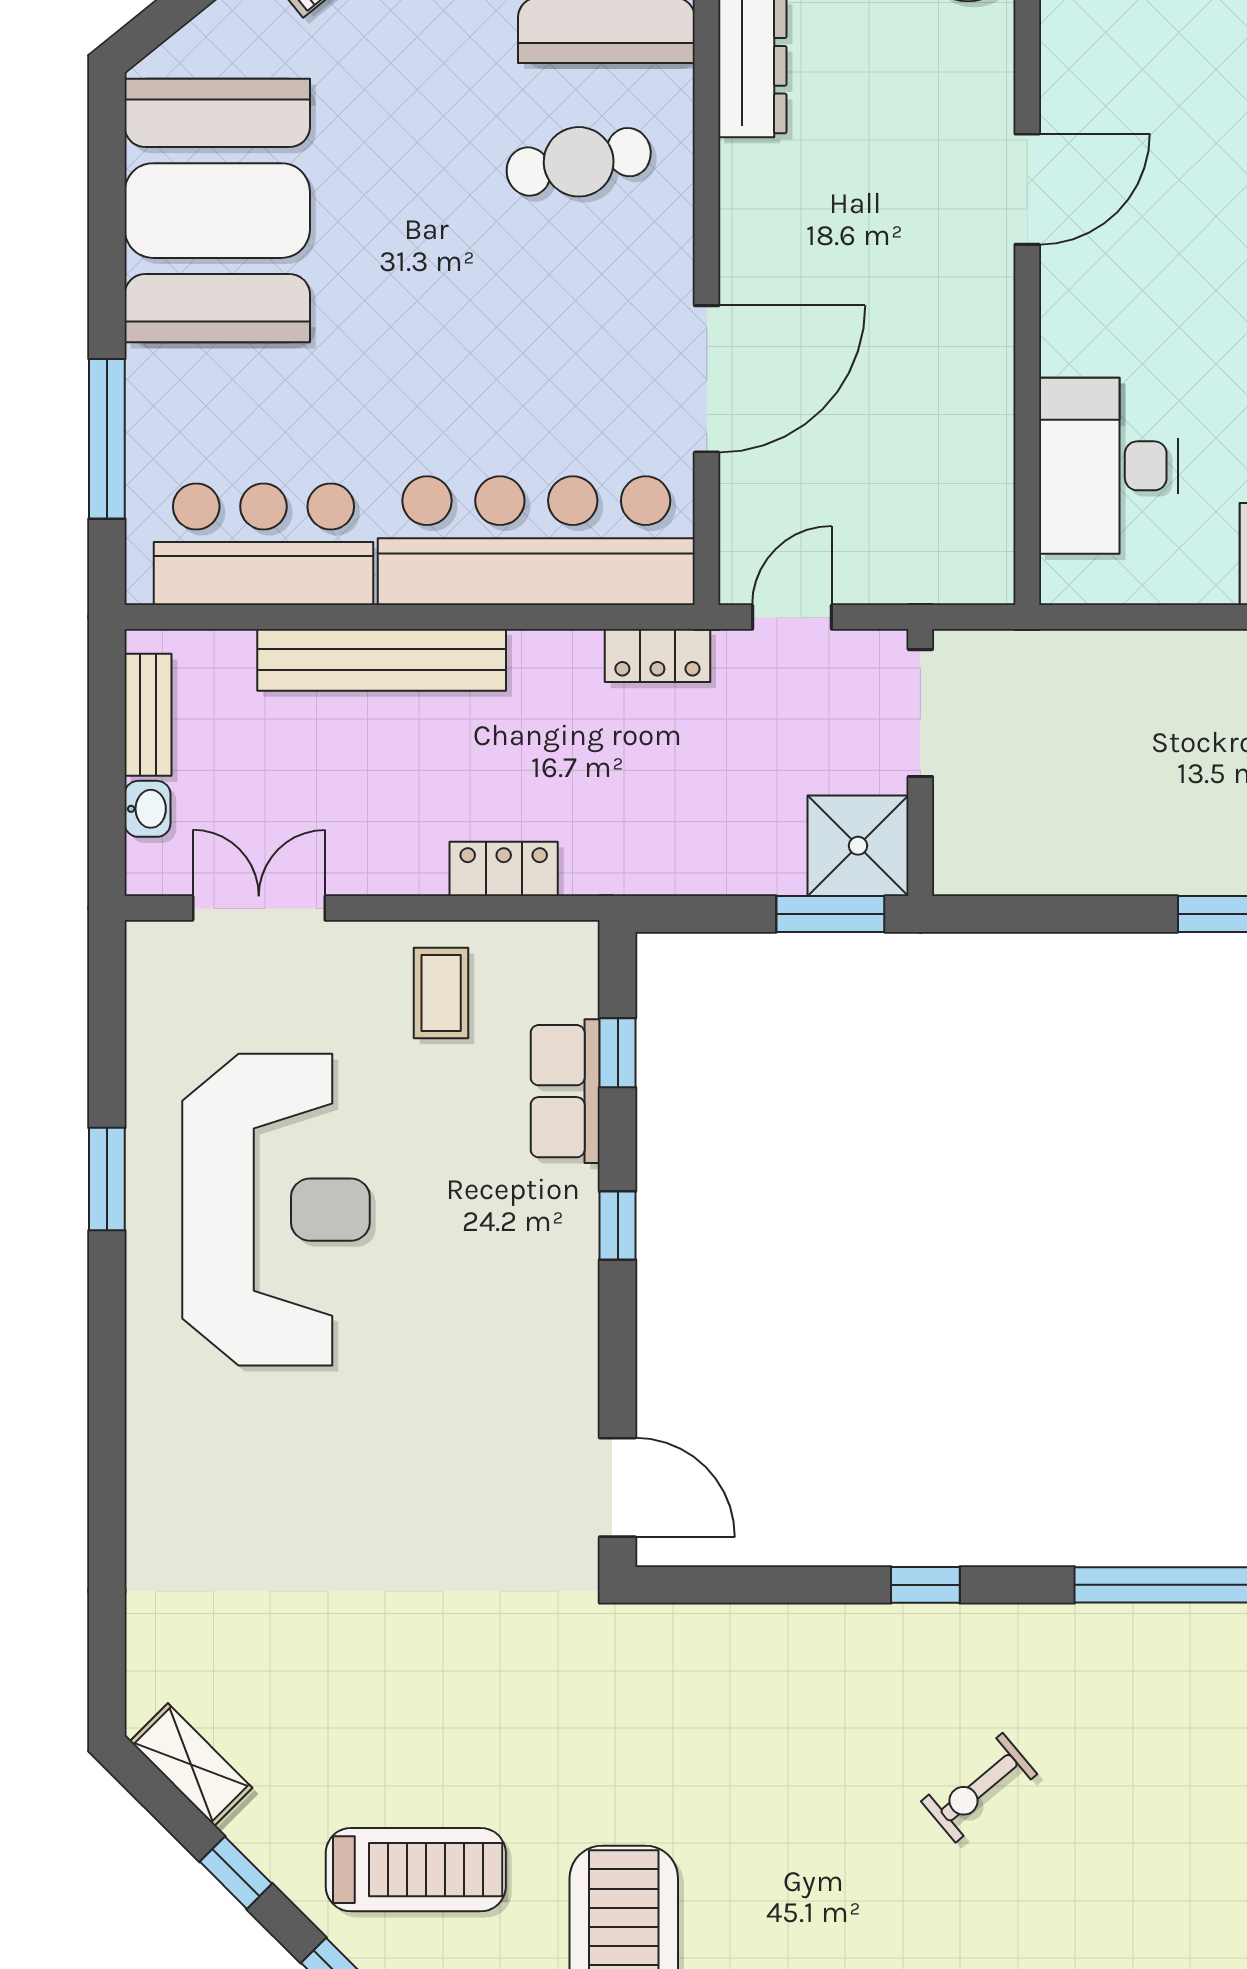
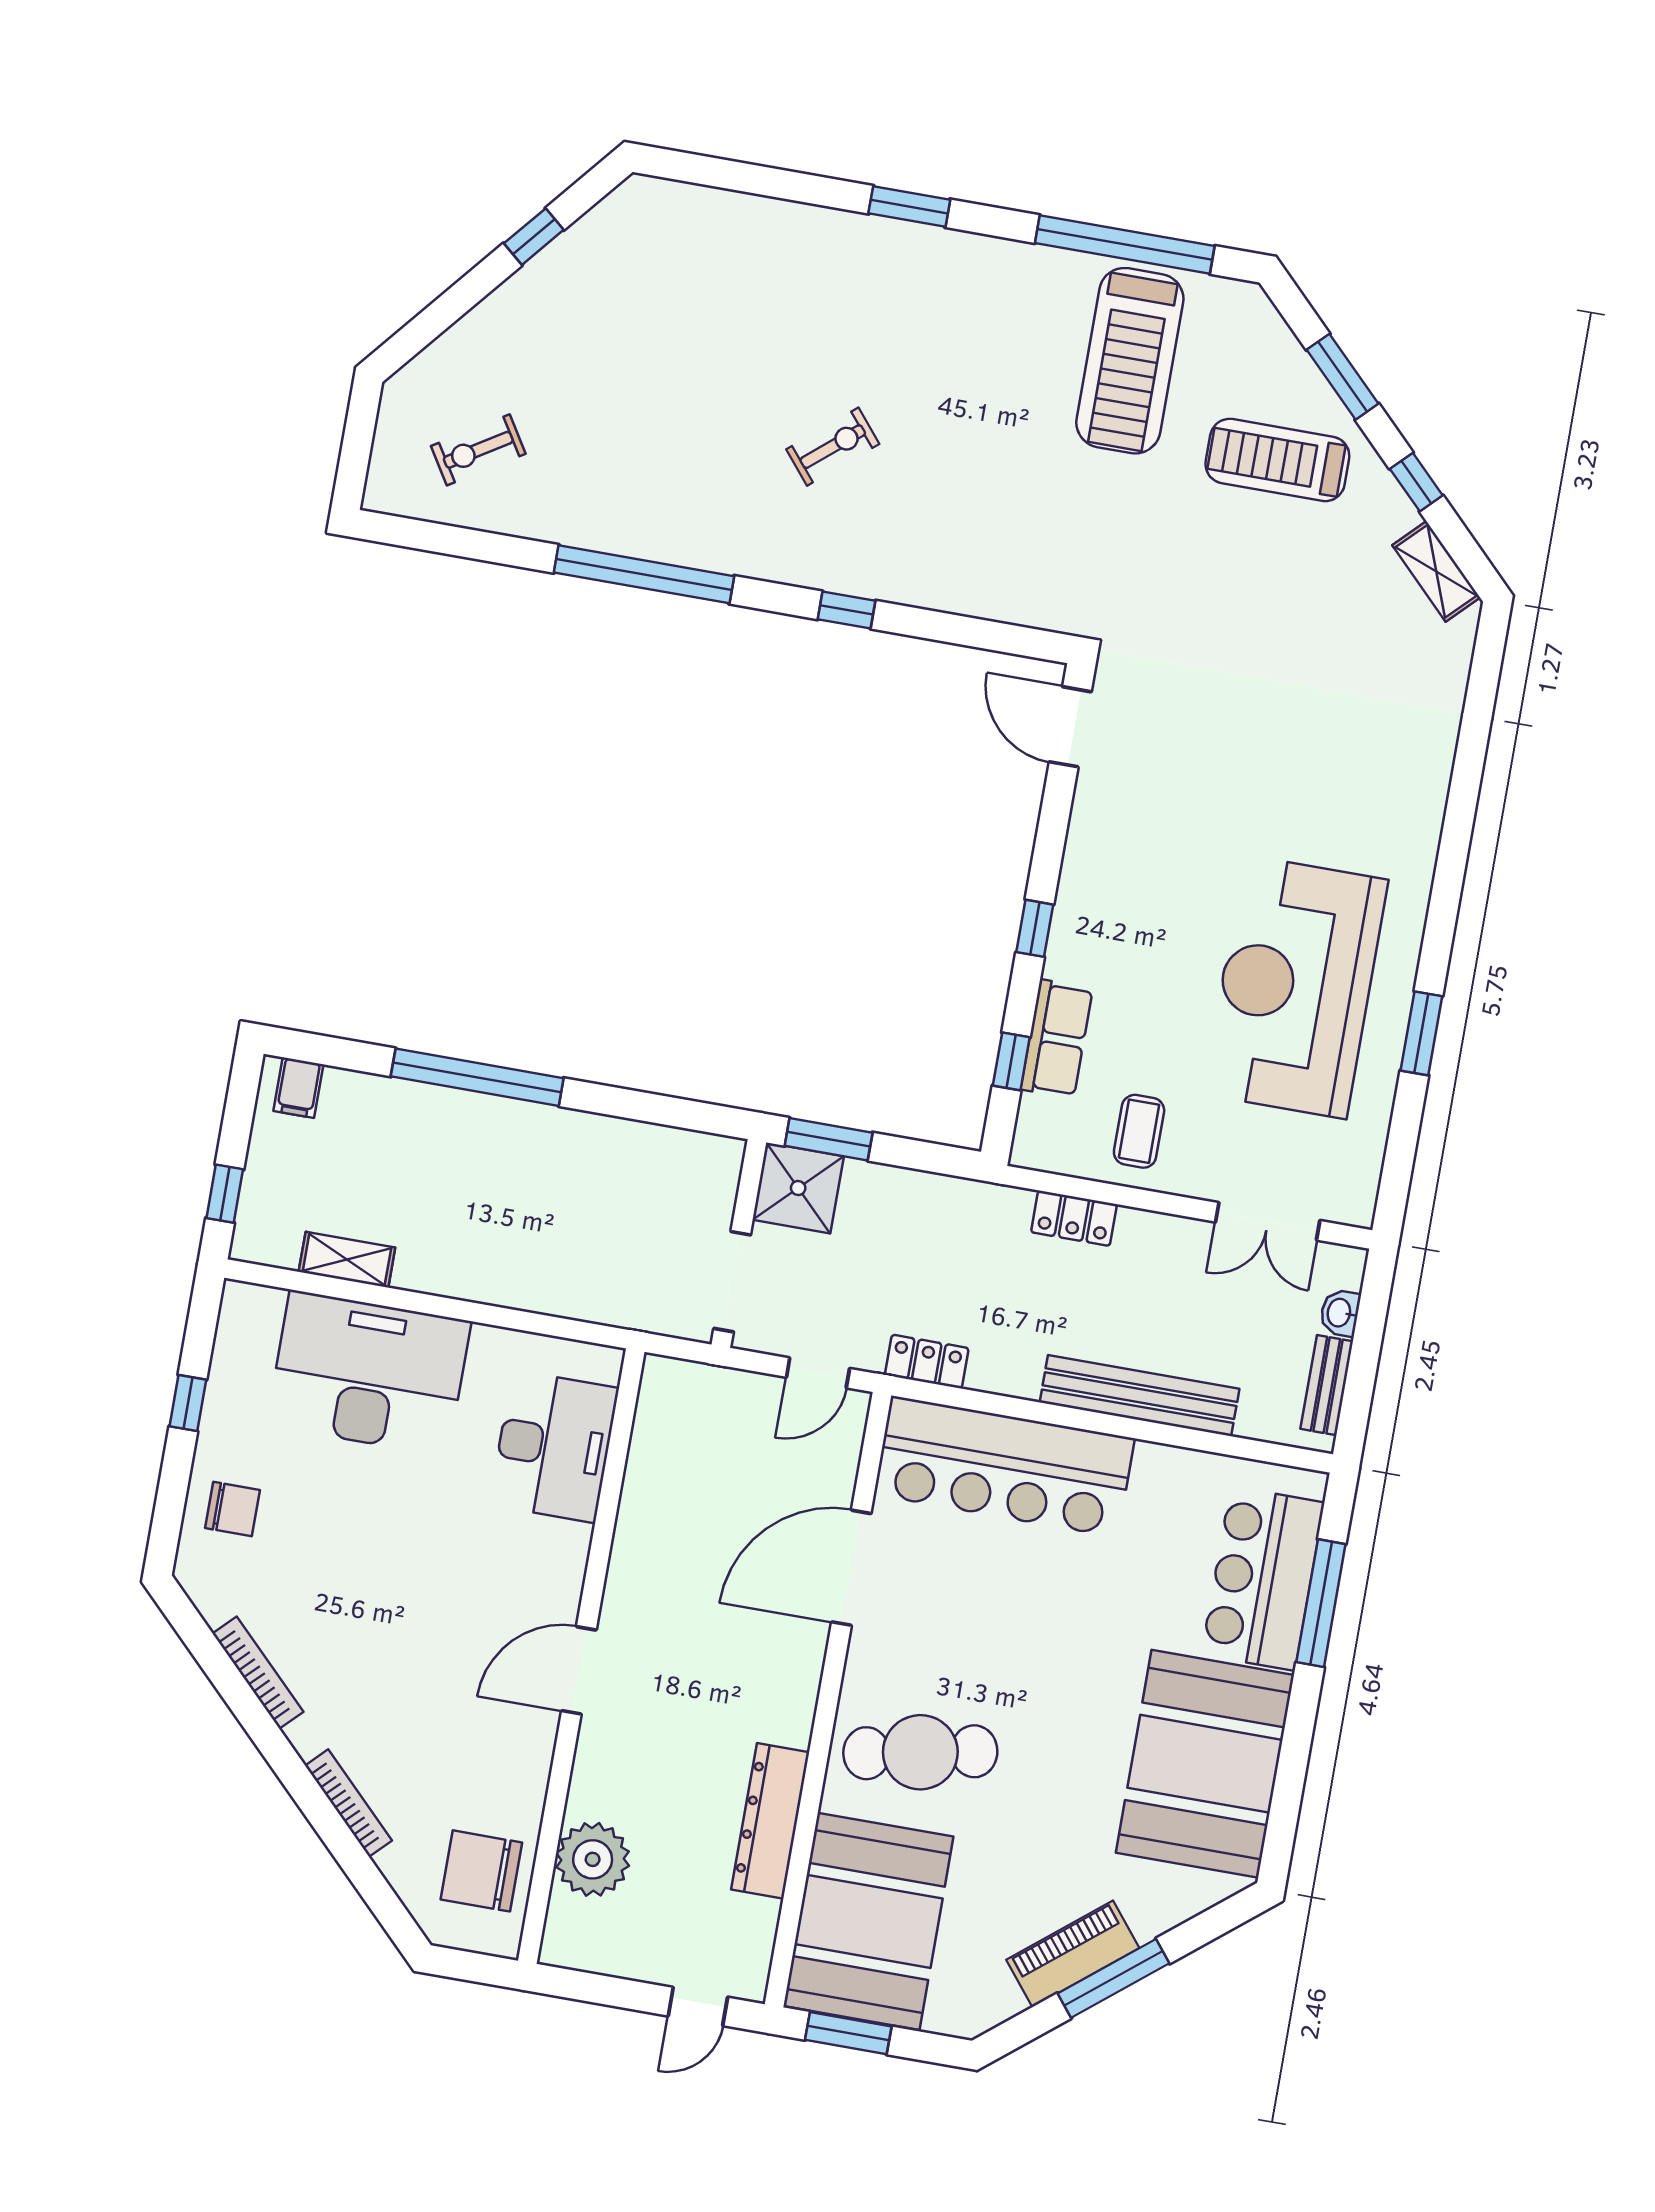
cafe table: (579, 162) -> (920, 1752), width x1.37, depth x1.35
bar counter: (263, 544) -> (1263, 1578), moved, turned 90

